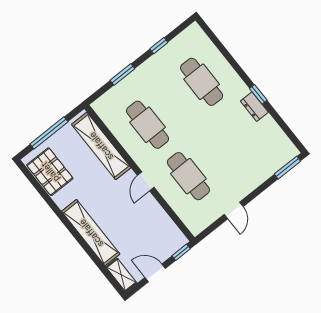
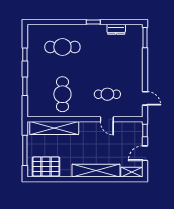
dresser: (254, 107) -> (116, 29), moved
cafe table: (148, 125) -> (62, 94), turned 90
cafe table: (188, 176) -> (107, 94), width x0.73, depth x0.74
door: (146, 181) -> (107, 119), moved
door: (234, 210) -> (145, 98), moved

